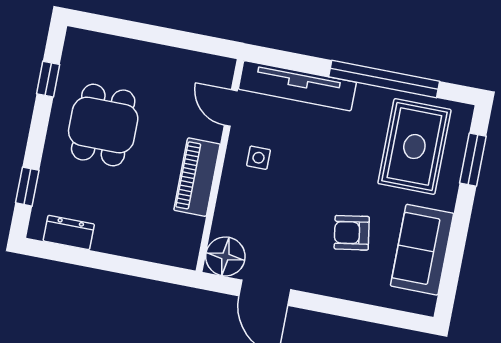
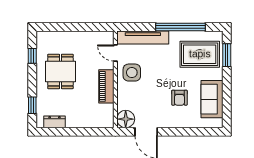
rug: (414, 147) -> (200, 54), turned 90
side table: (259, 158) -> (132, 73), width x1.87, depth x1.87
armchair: (352, 233) -> (179, 98), turned -81

